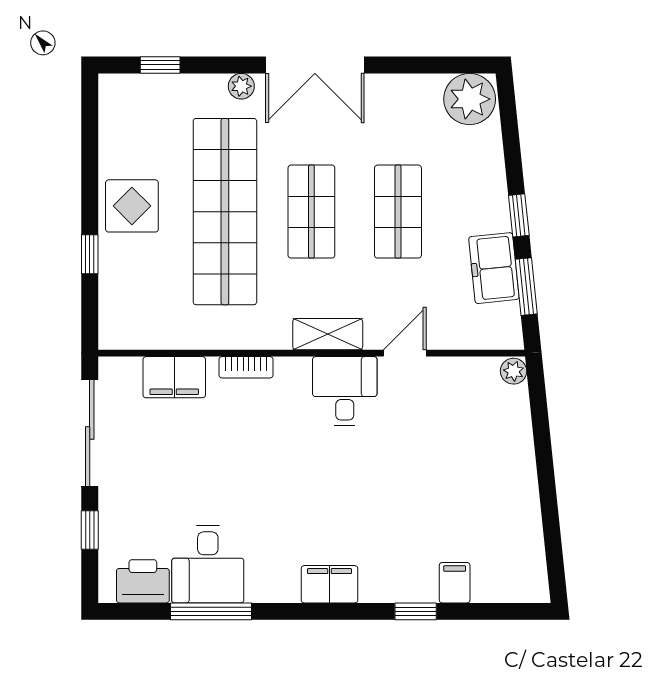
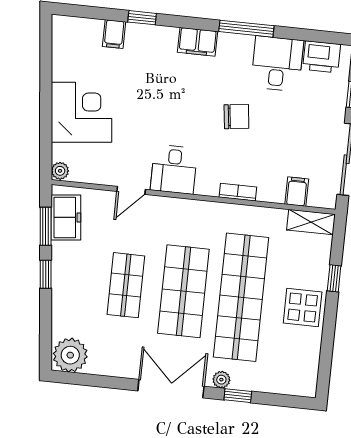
window: (160, 65) -> (238, 396), moved
shop shelf: (311, 212) -> (183, 291), width x1.43, depth x1.36
freezer: (494, 268) -> (66, 217), moved
shelving: (328, 334) -> (311, 222), moved
filing cabinet: (174, 377) -> (297, 192), width x0.50
corner desk: (491, 461) -> (81, 112), added
chair: (260, 479) -> (236, 117), added
window: (211, 611) -> (246, 29), moved

